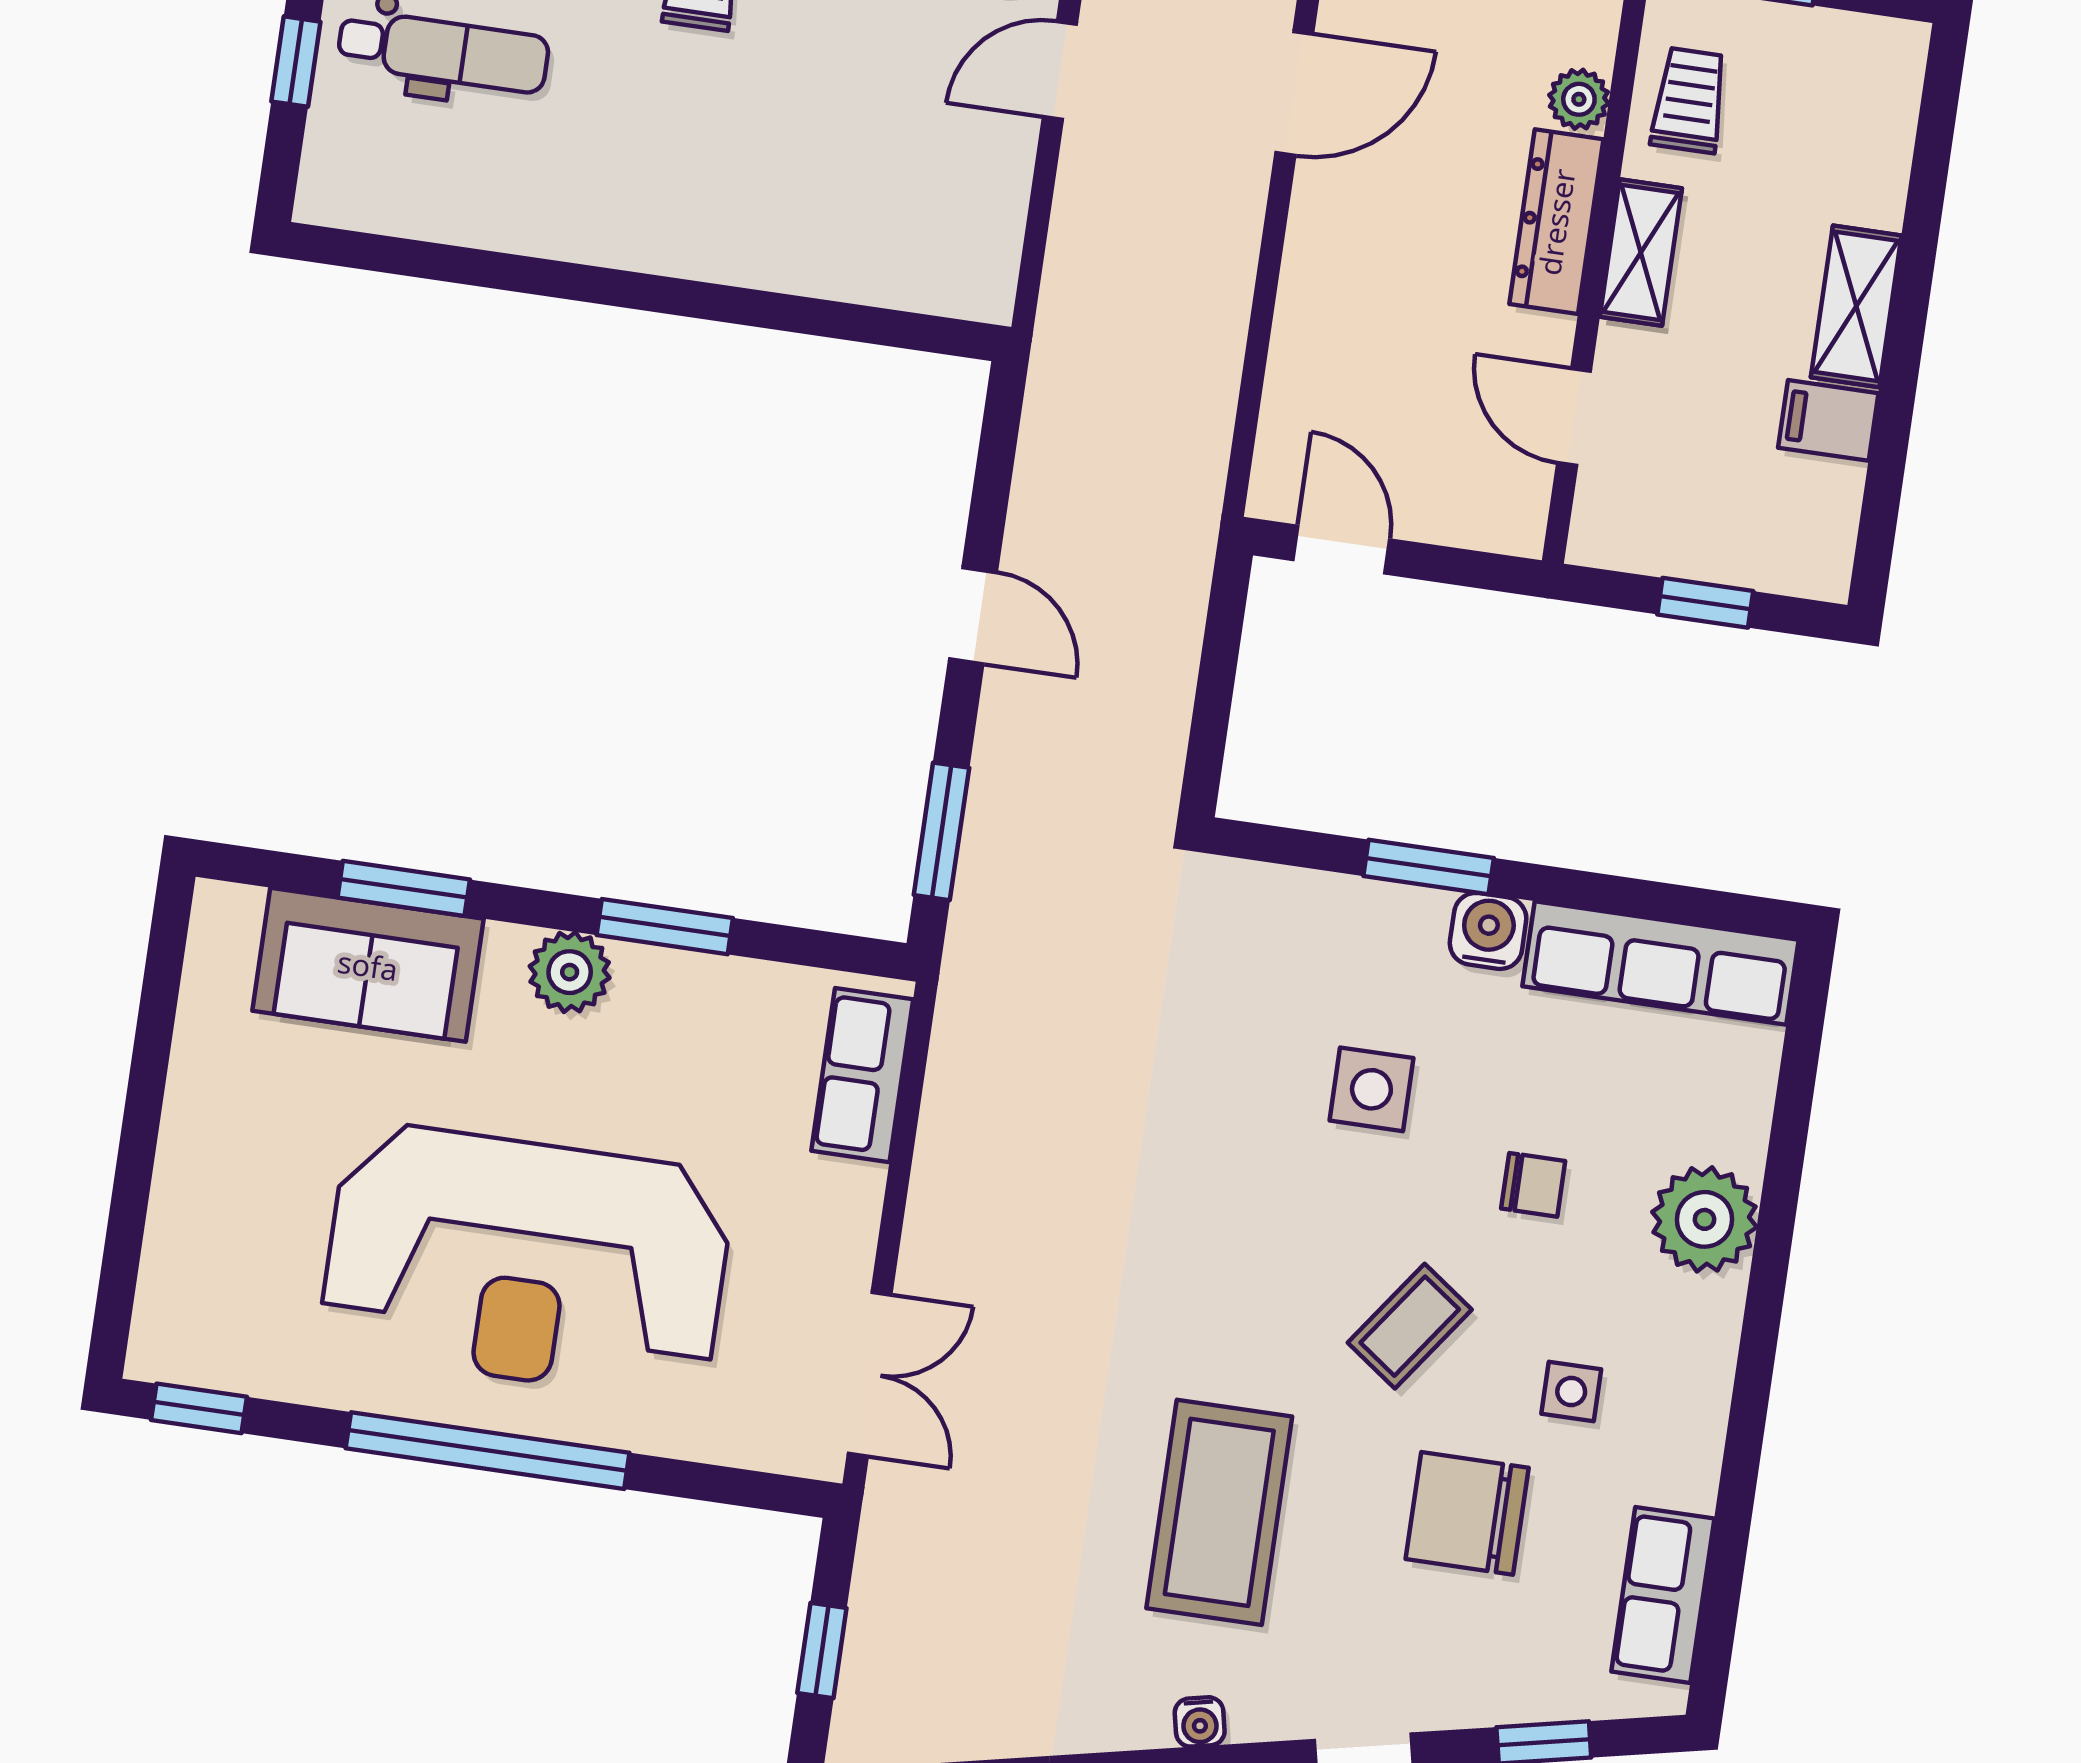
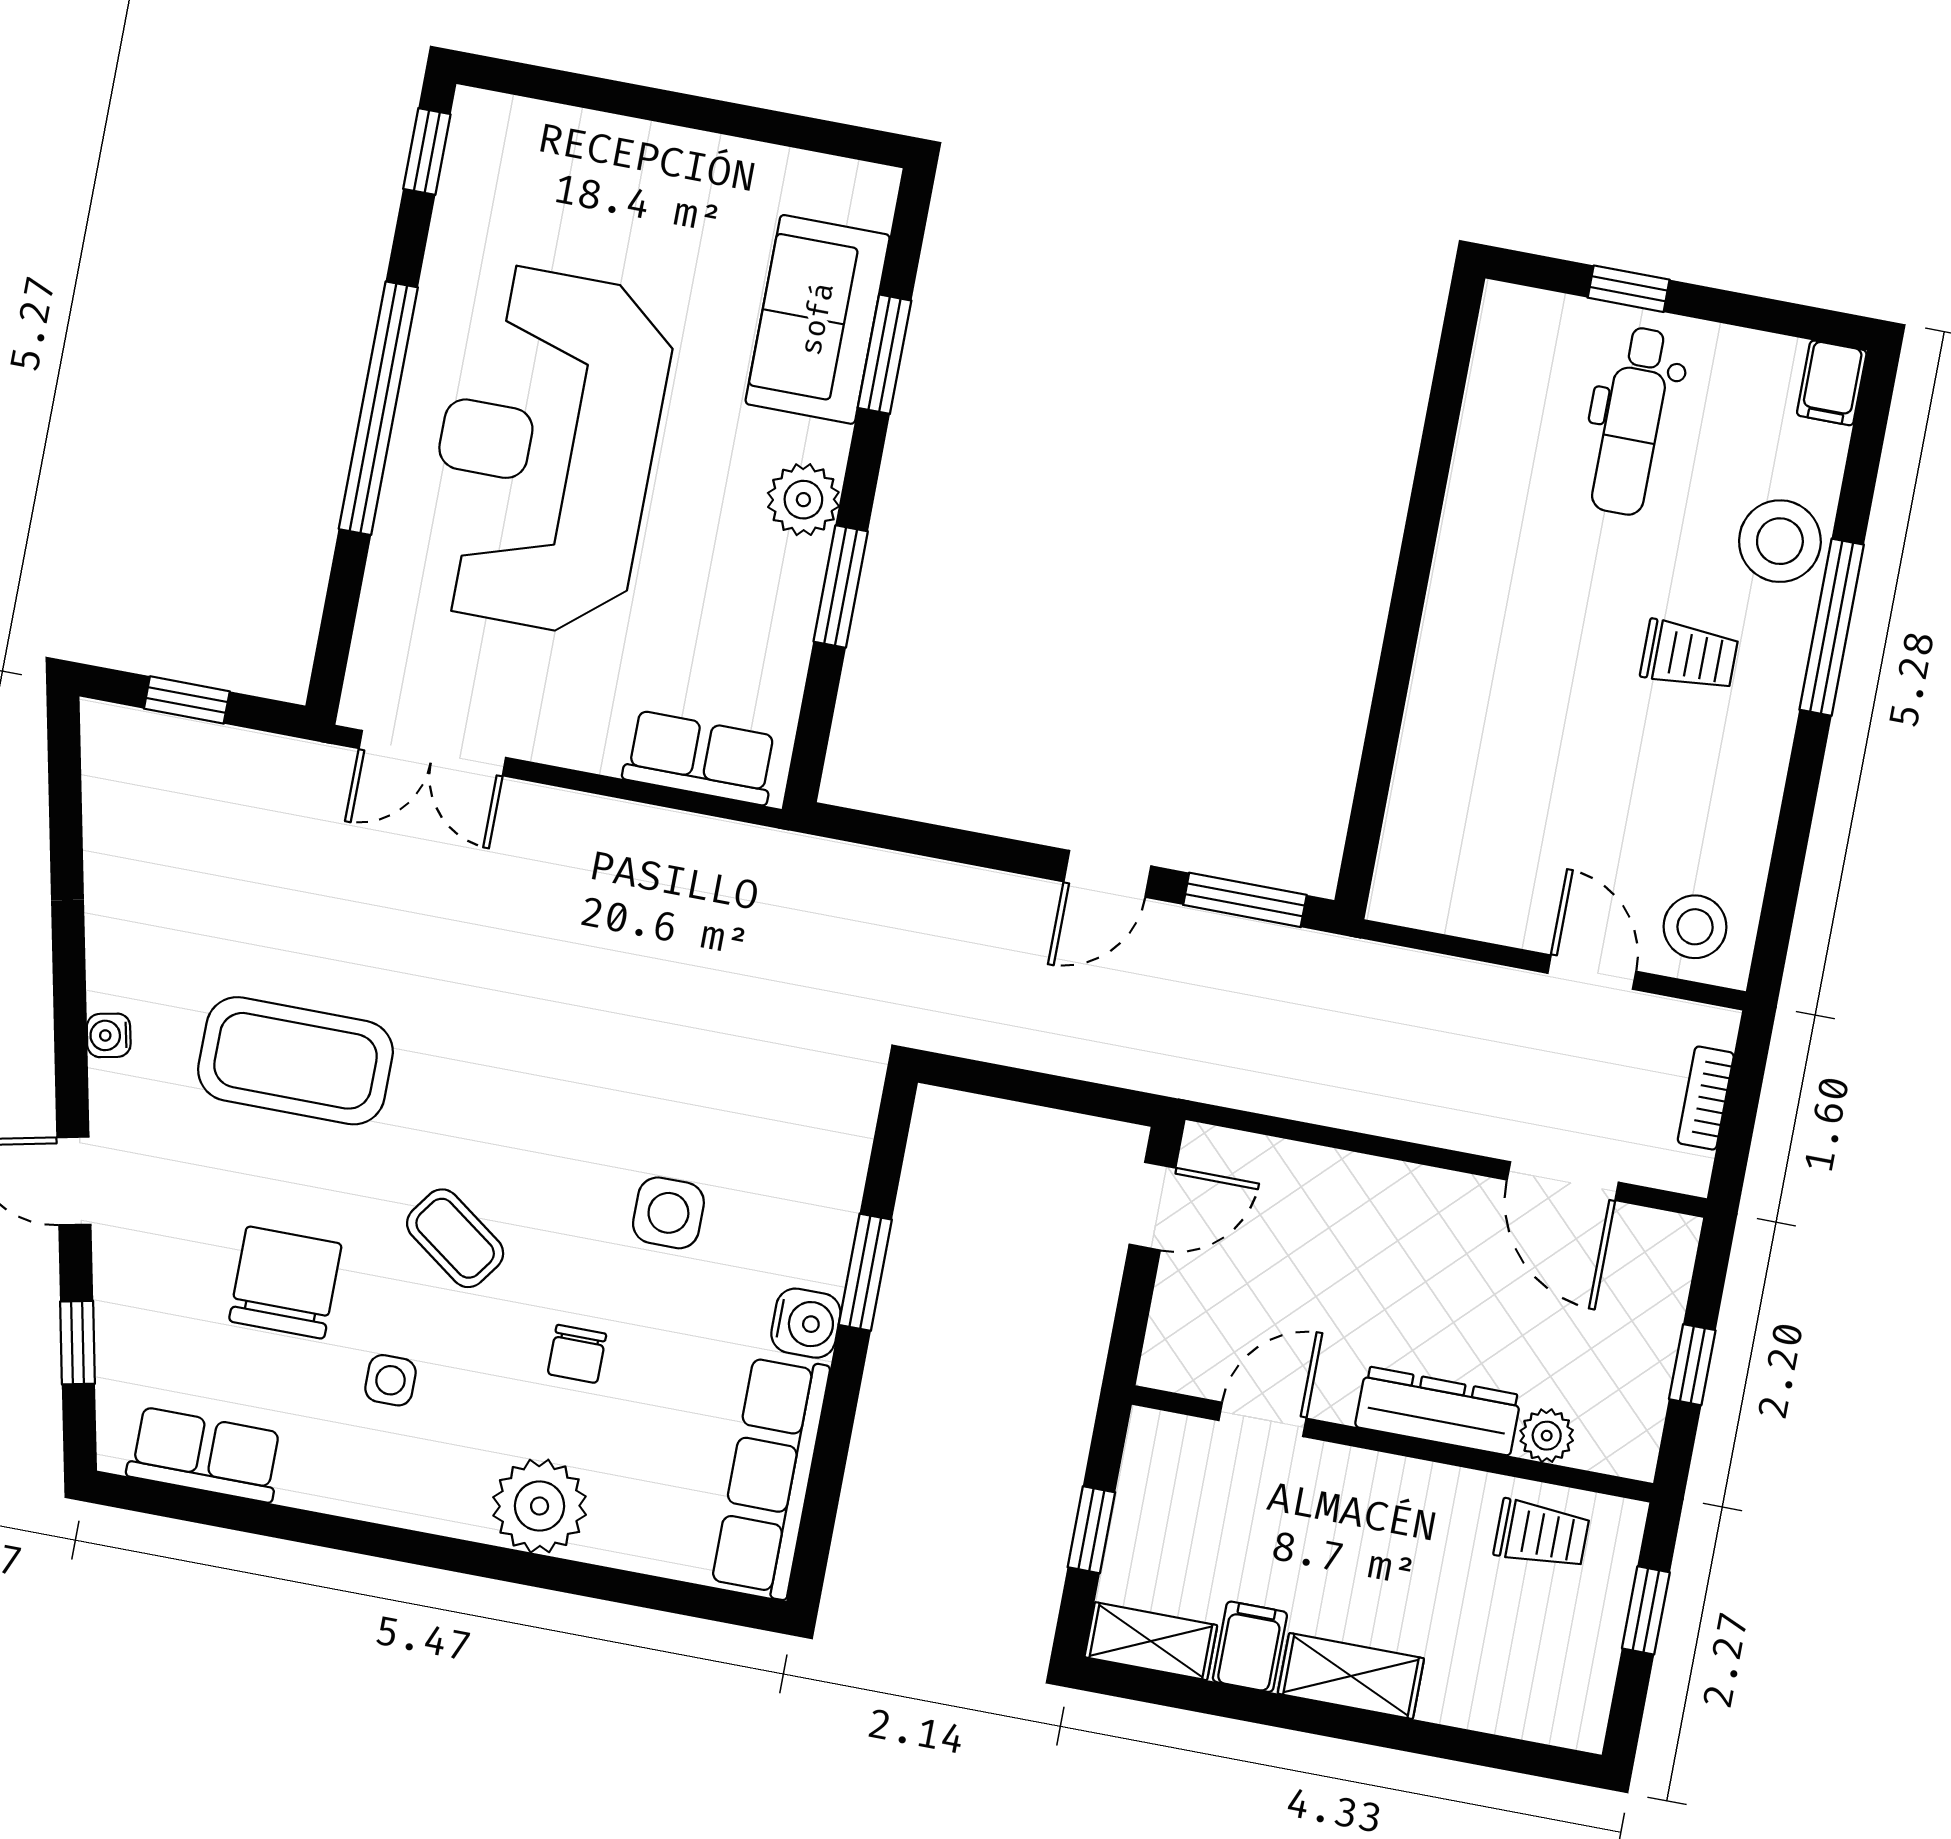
shelving: (1641, 252) -> (1151, 1641), moved
window: (941, 831) -> (1245, 900), moved

